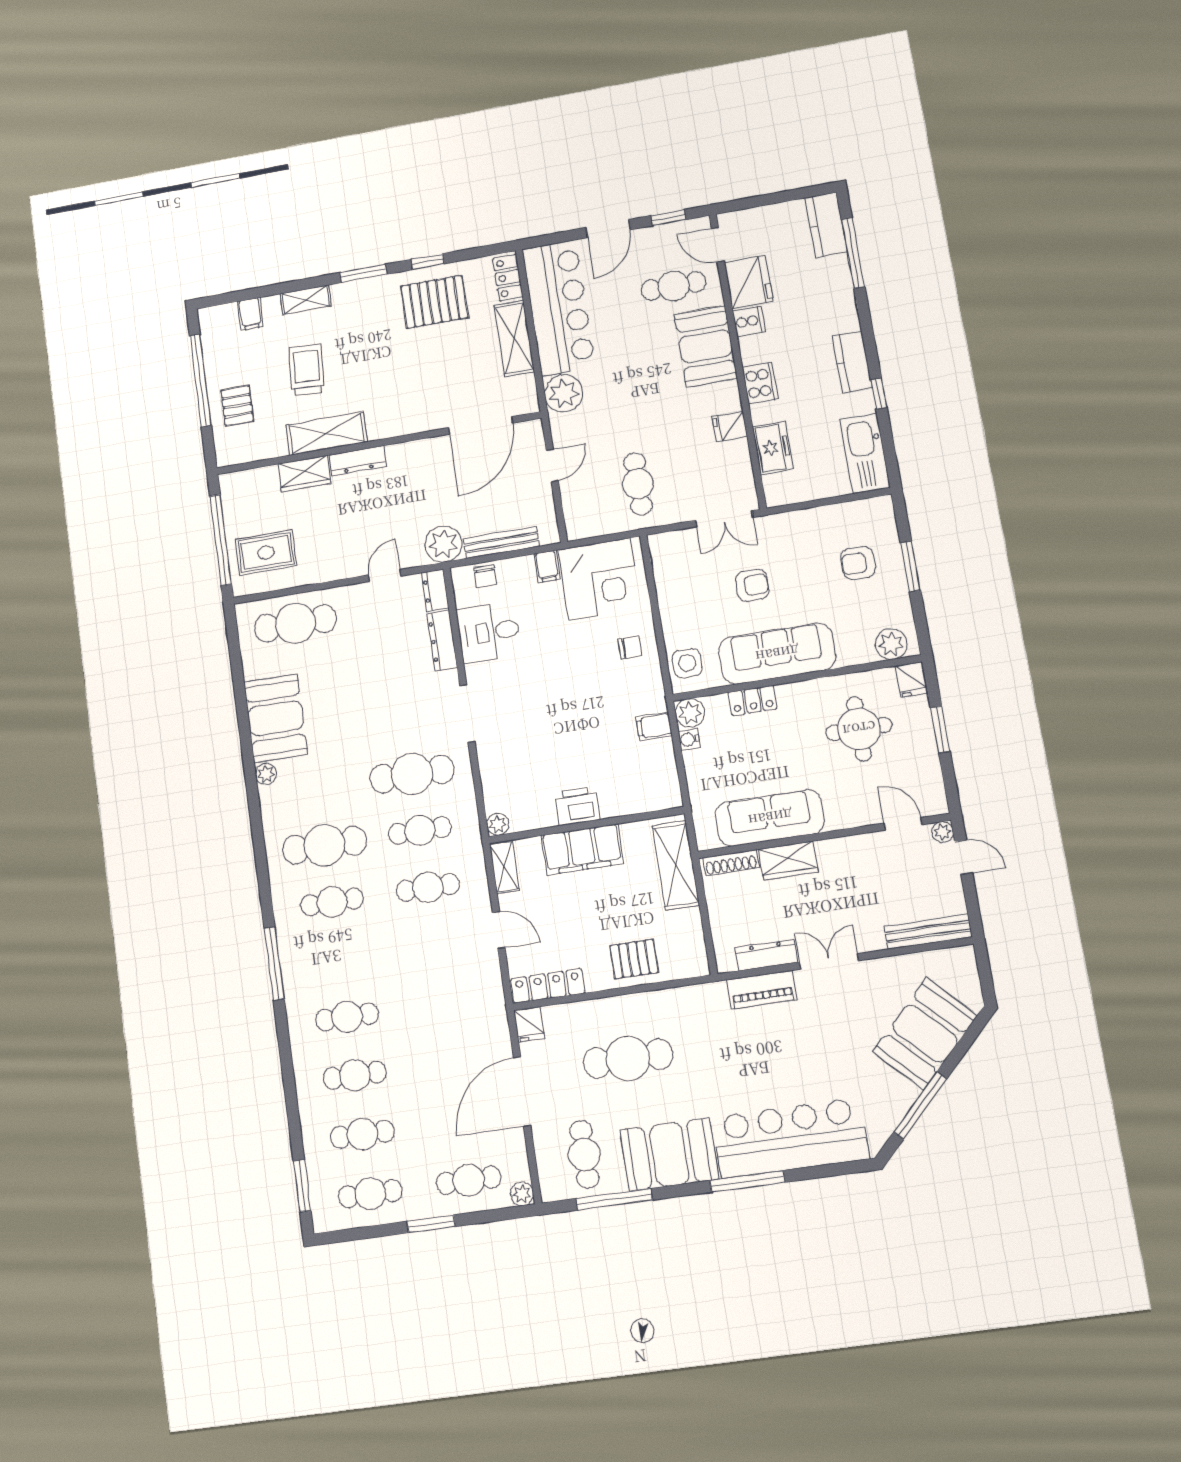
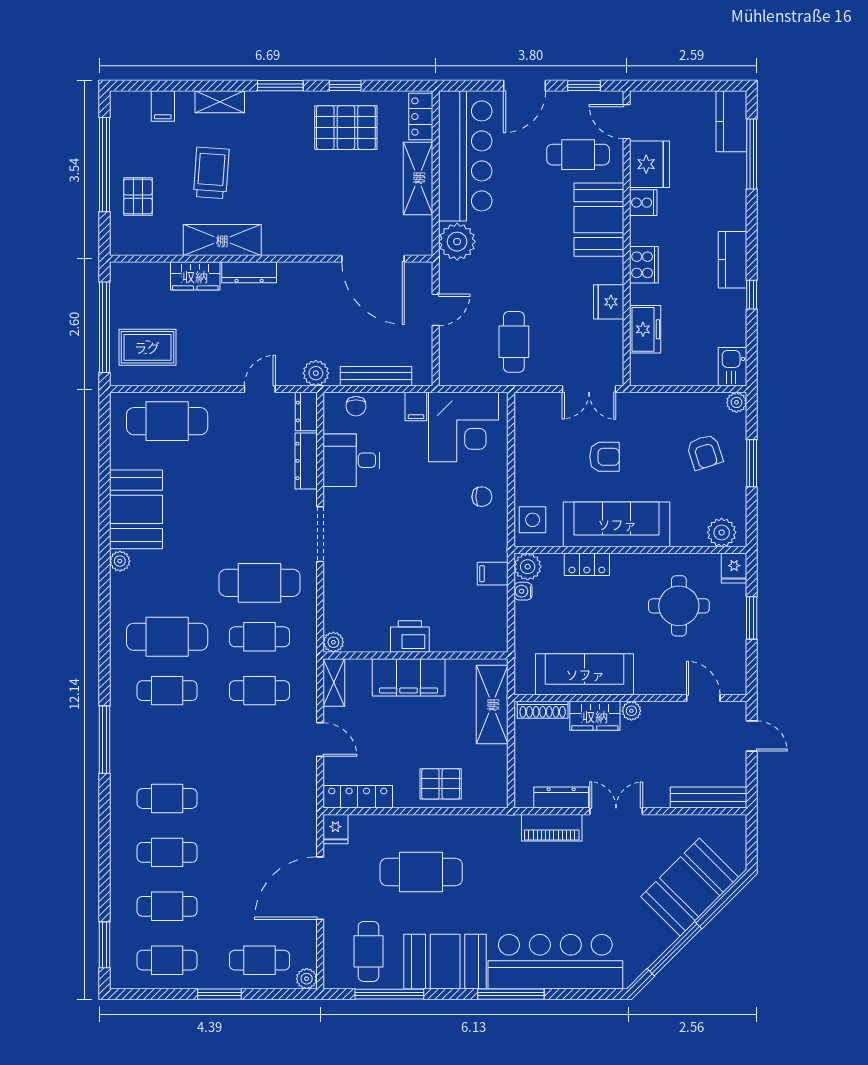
door: (481, 425) -> (373, 259), hinge flipped
fridge: (730, 427) -> (609, 302), width x1.38
kitchen sink: (865, 454) -> (733, 367), width x0.53, depth x0.81
plant: (883, 506) -> (736, 402), added
plant: (443, 544) -> (316, 373), width x0.73, depth x0.73
armchair: (858, 563) -> (705, 452), turned -108
plant: (943, 832) -> (631, 711), moved

